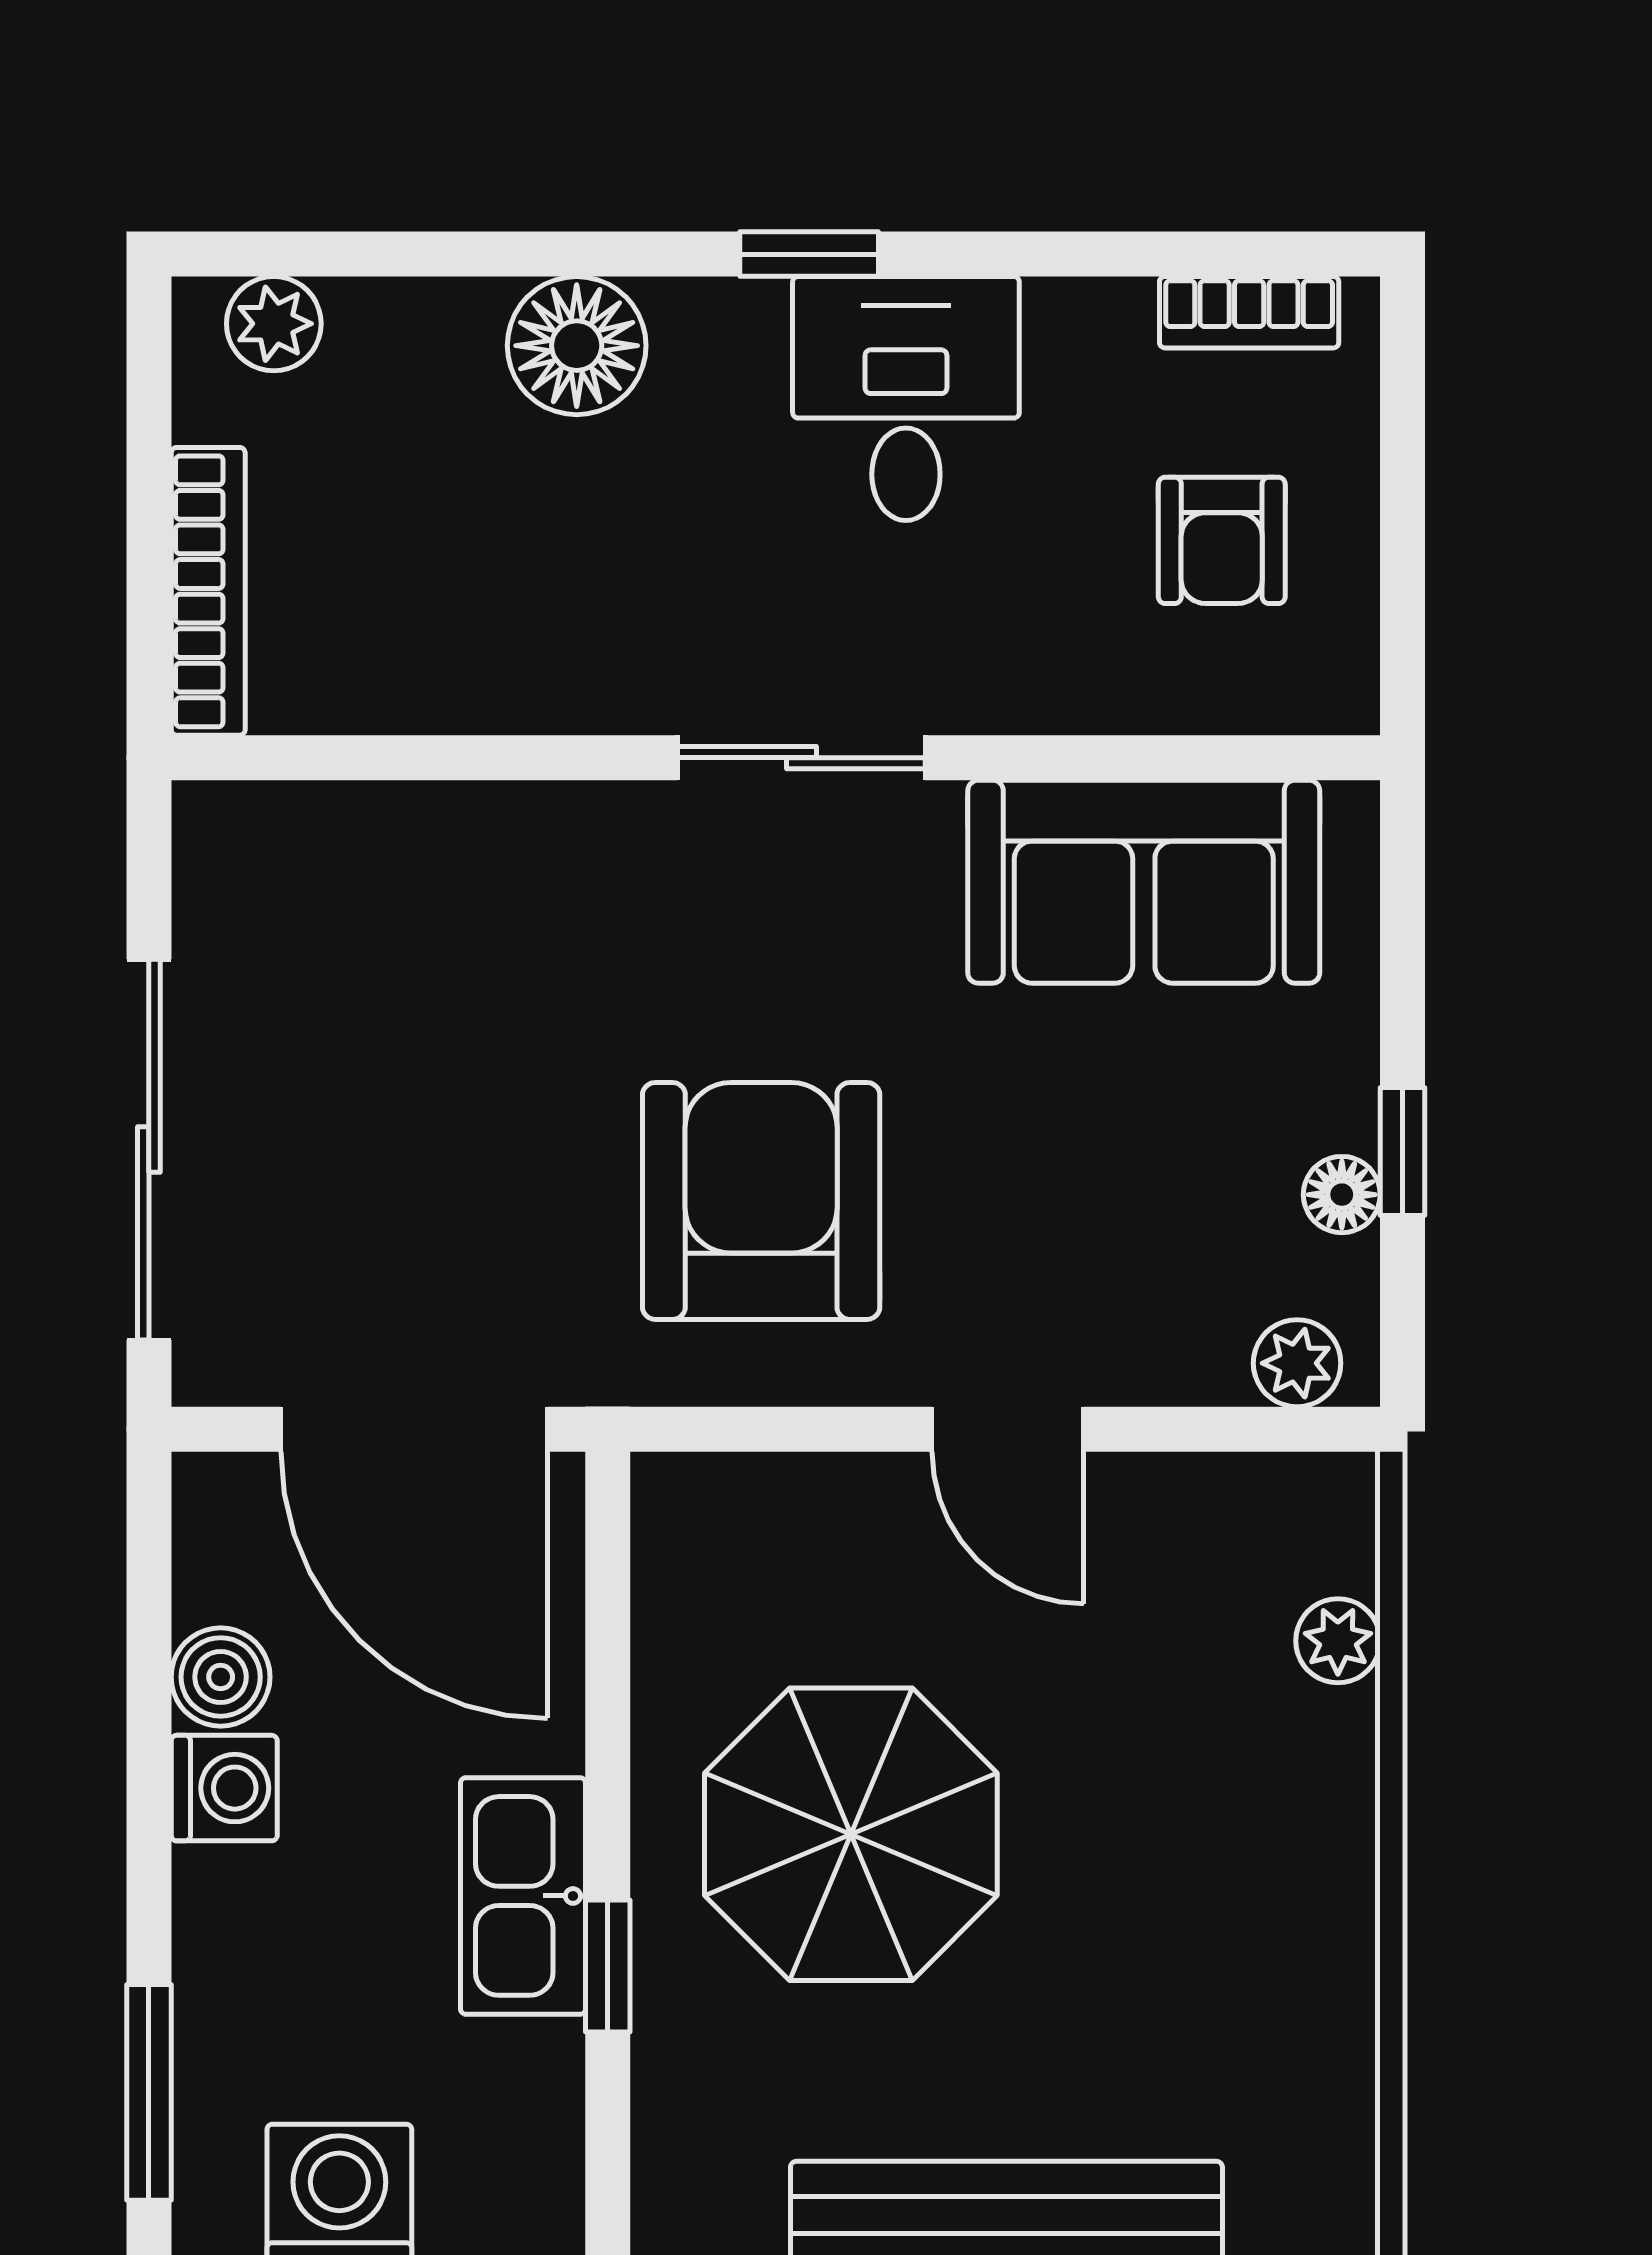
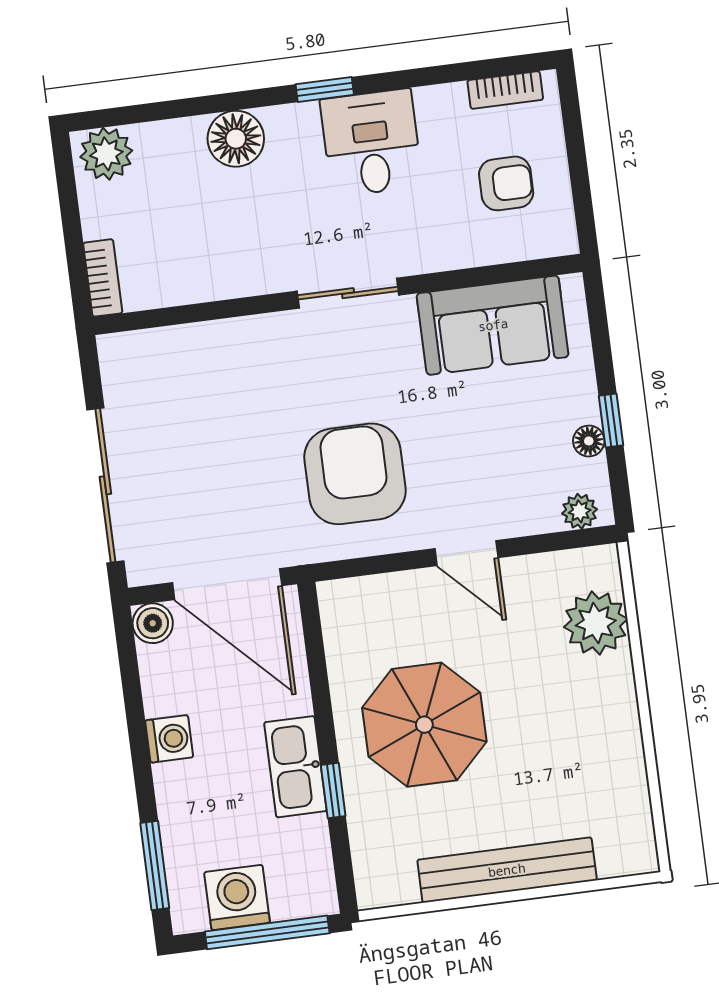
plant: (274, 324) -> (106, 154), width x1.38, depth x1.38
armchair: (1222, 540) -> (506, 183), turned -90
bookcase: (208, 591) -> (103, 278), width x0.64
plant: (1338, 1641) -> (596, 623), width x1.87, depth x1.87
boiler: (221, 1677) -> (153, 623), moved

